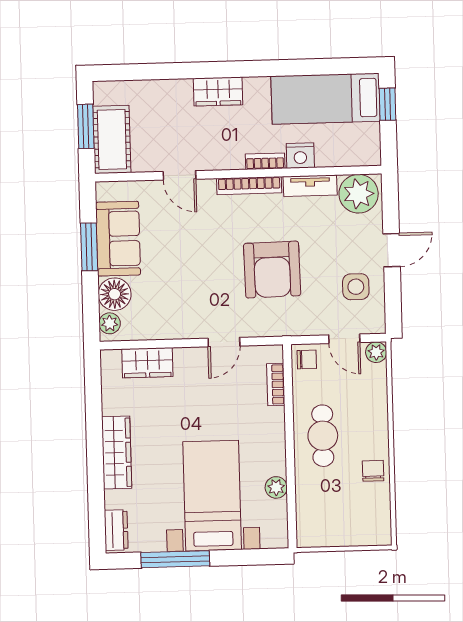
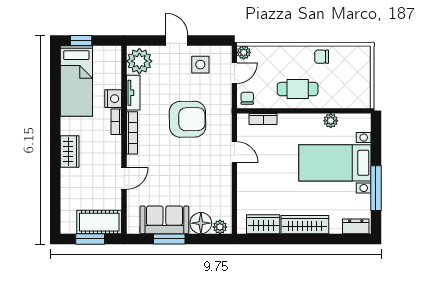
wardrobe: (147, 363) -> (263, 224), moved, turned -90

